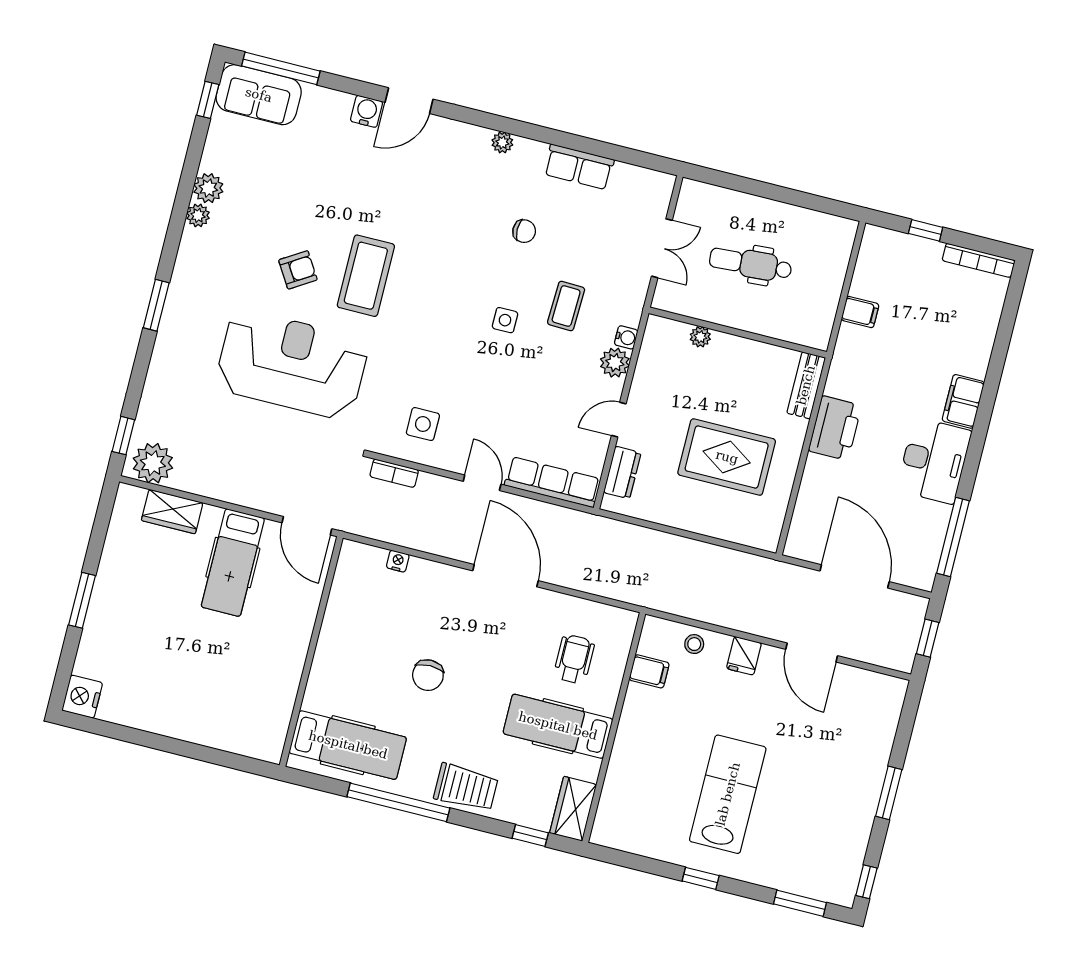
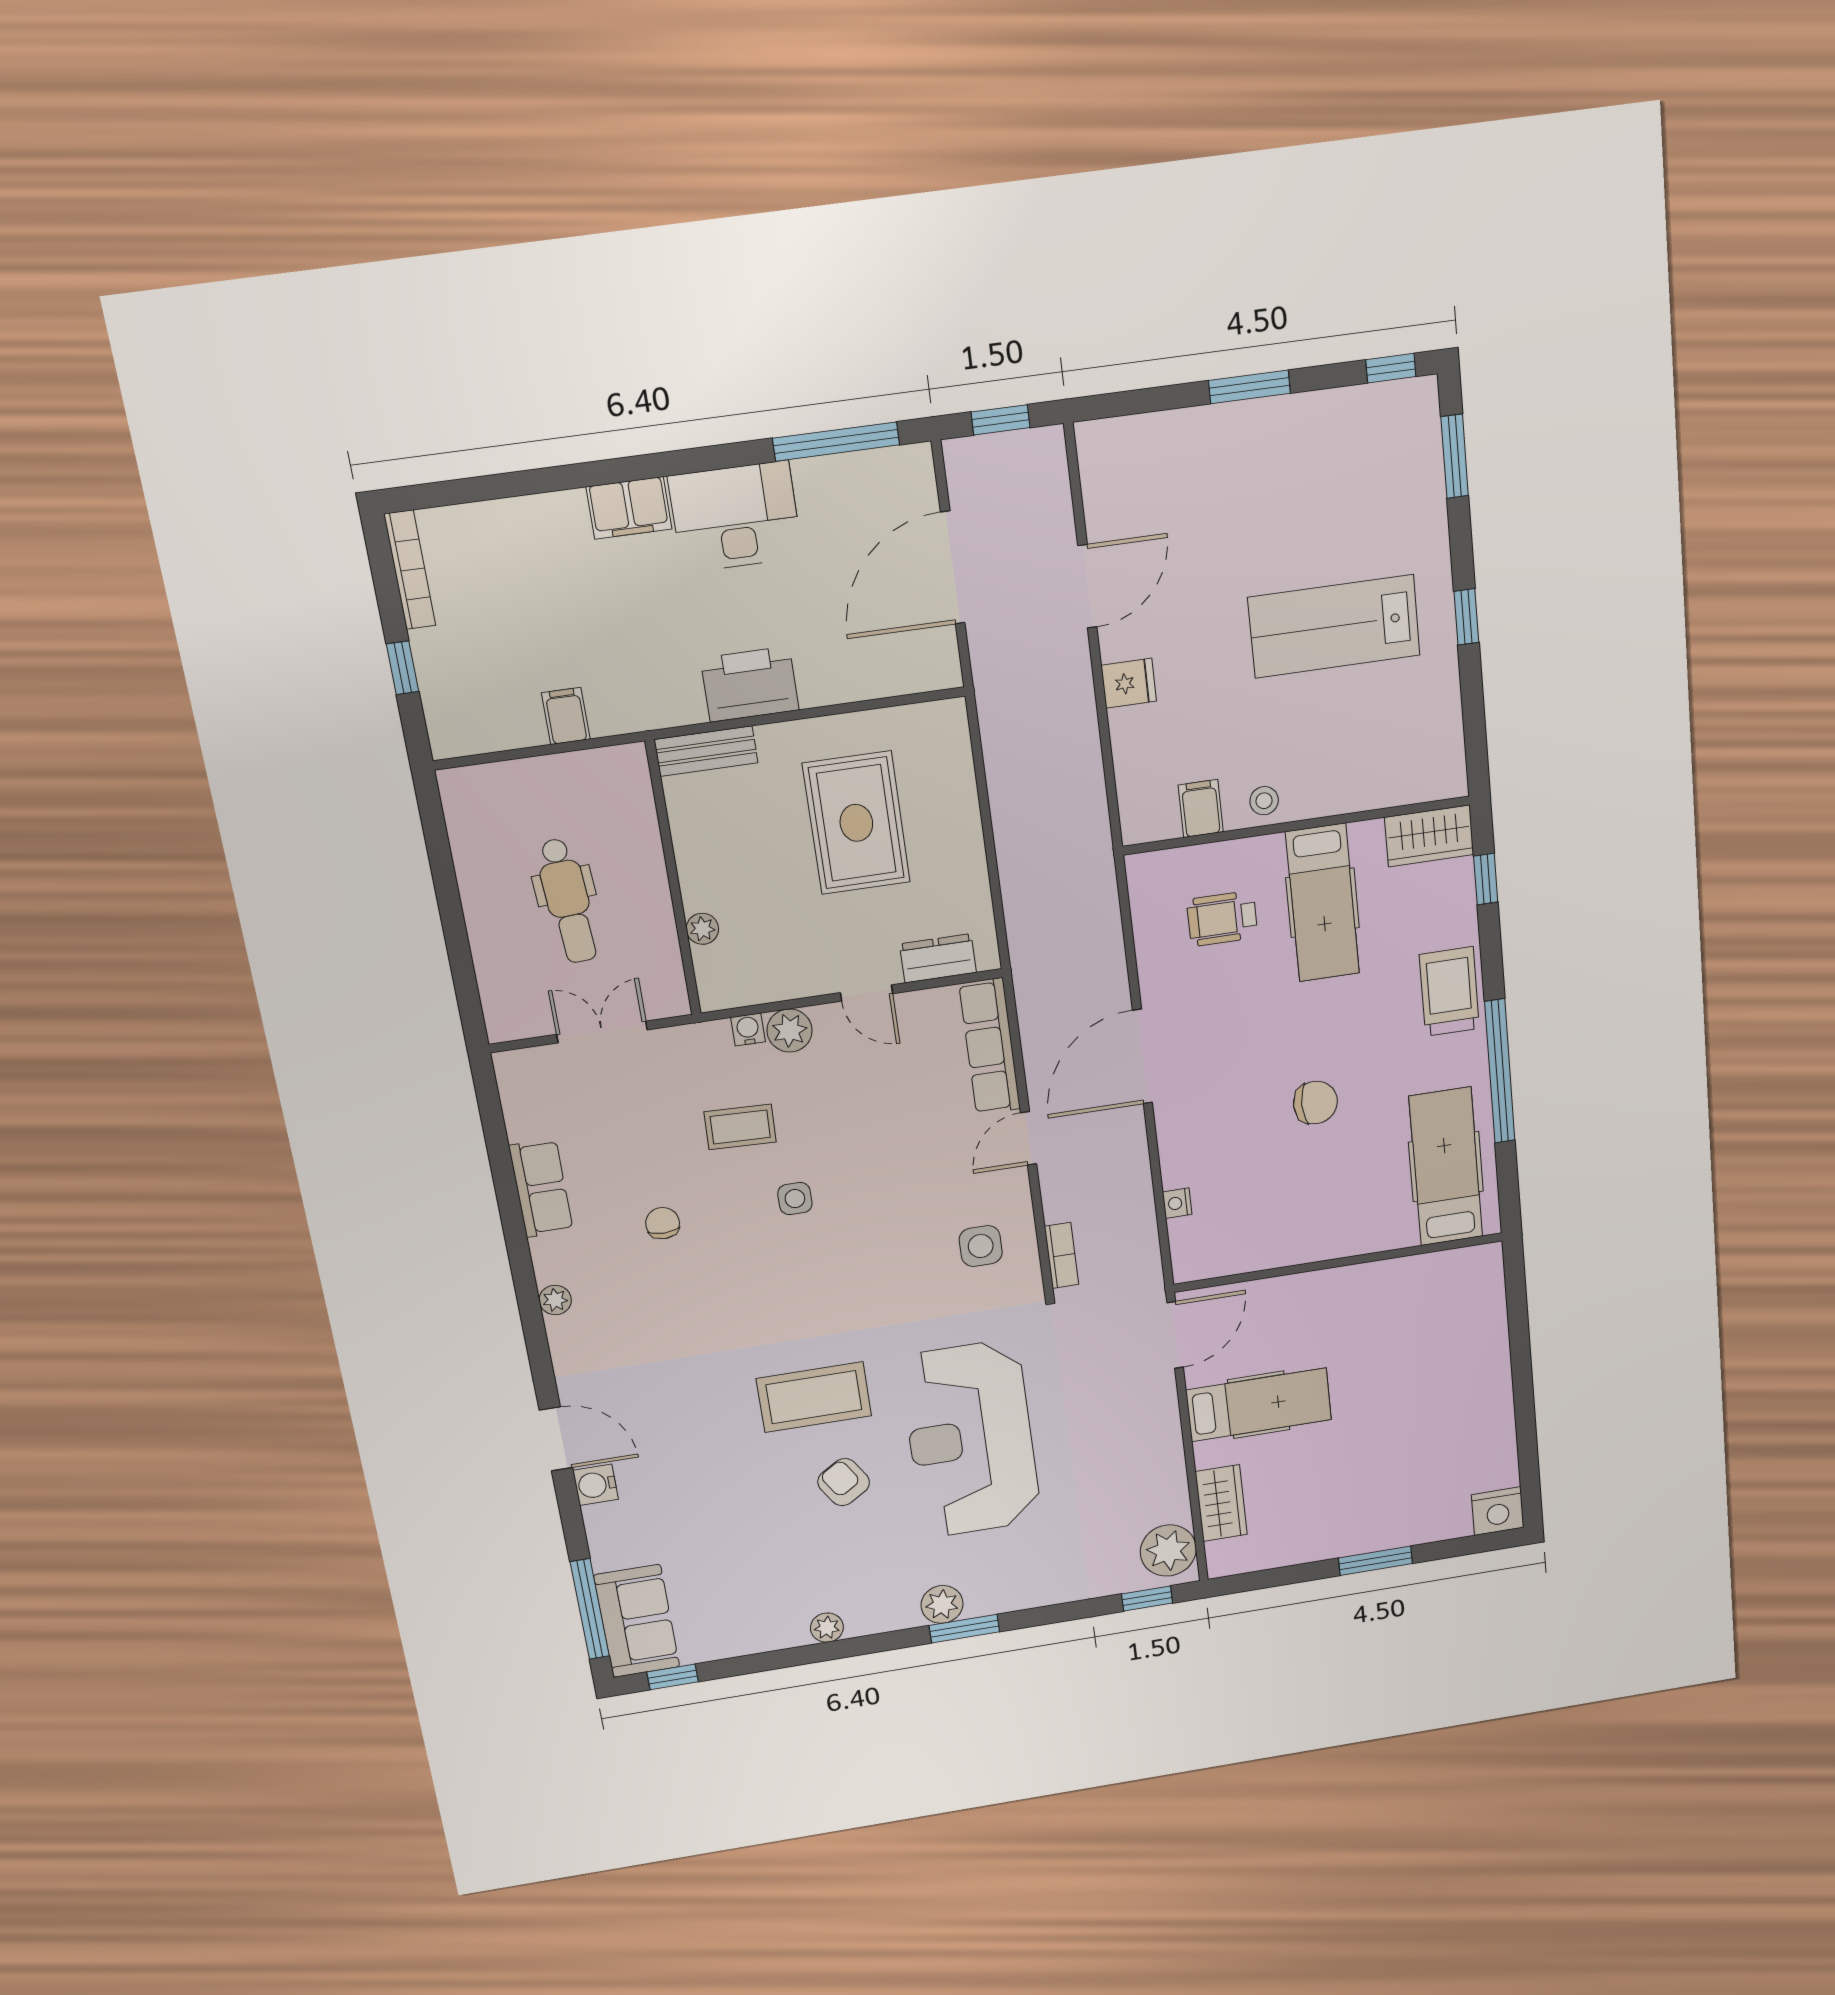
plant: (208, 188) -> (942, 1604), moved
stool: (694, 644) -> (1264, 801), moved

